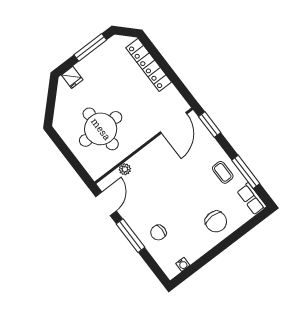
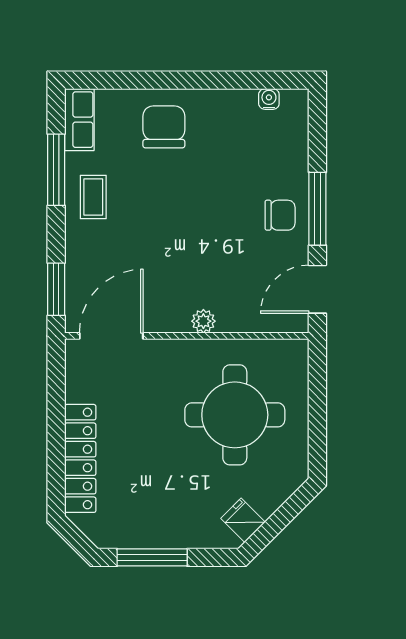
fridge: (72, 77) -> (243, 520), moved, turned -45
plant: (125, 169) -> (203, 321), moved
chair: (158, 233) -> (280, 215), moved

